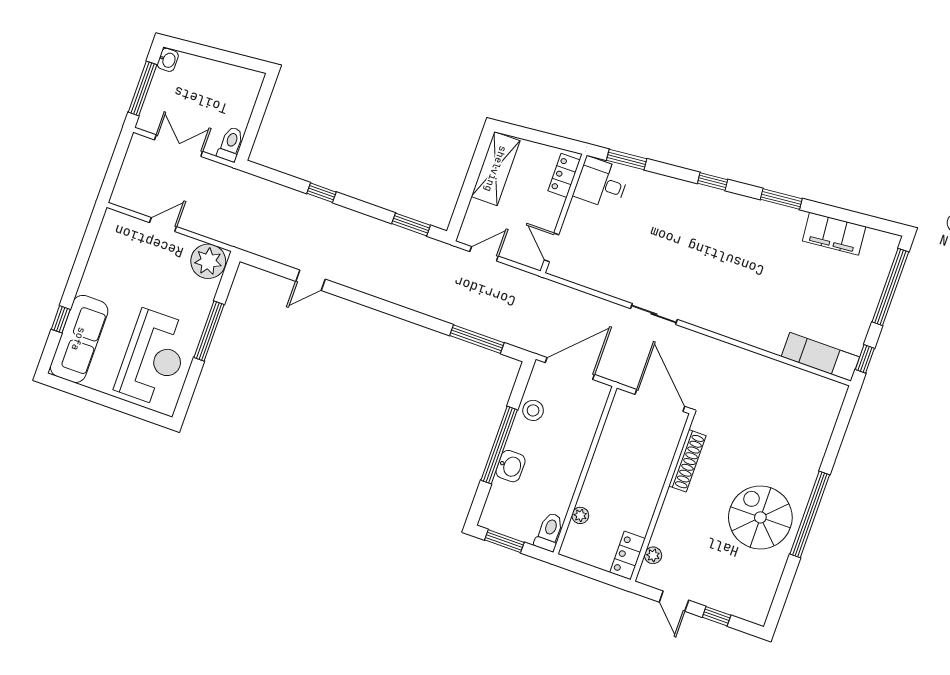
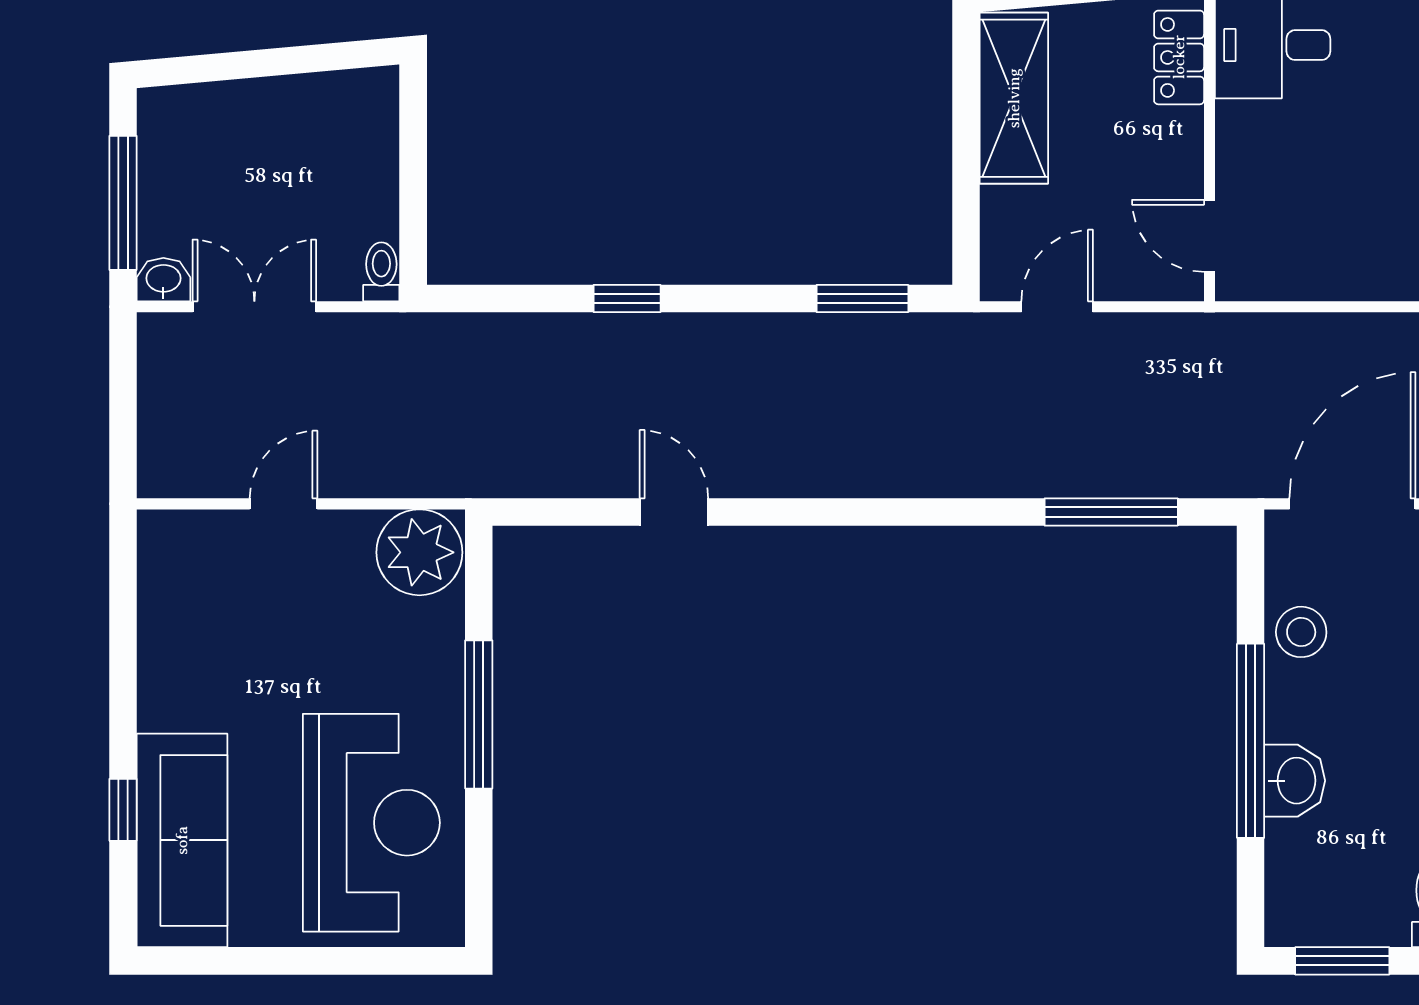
washbasin: (168, 60) -> (163, 280), moved, turned -90
toilet: (231, 144) -> (381, 272), width x0.73, depth x0.72
door: (311, 280) -> (674, 512), swing flipped

